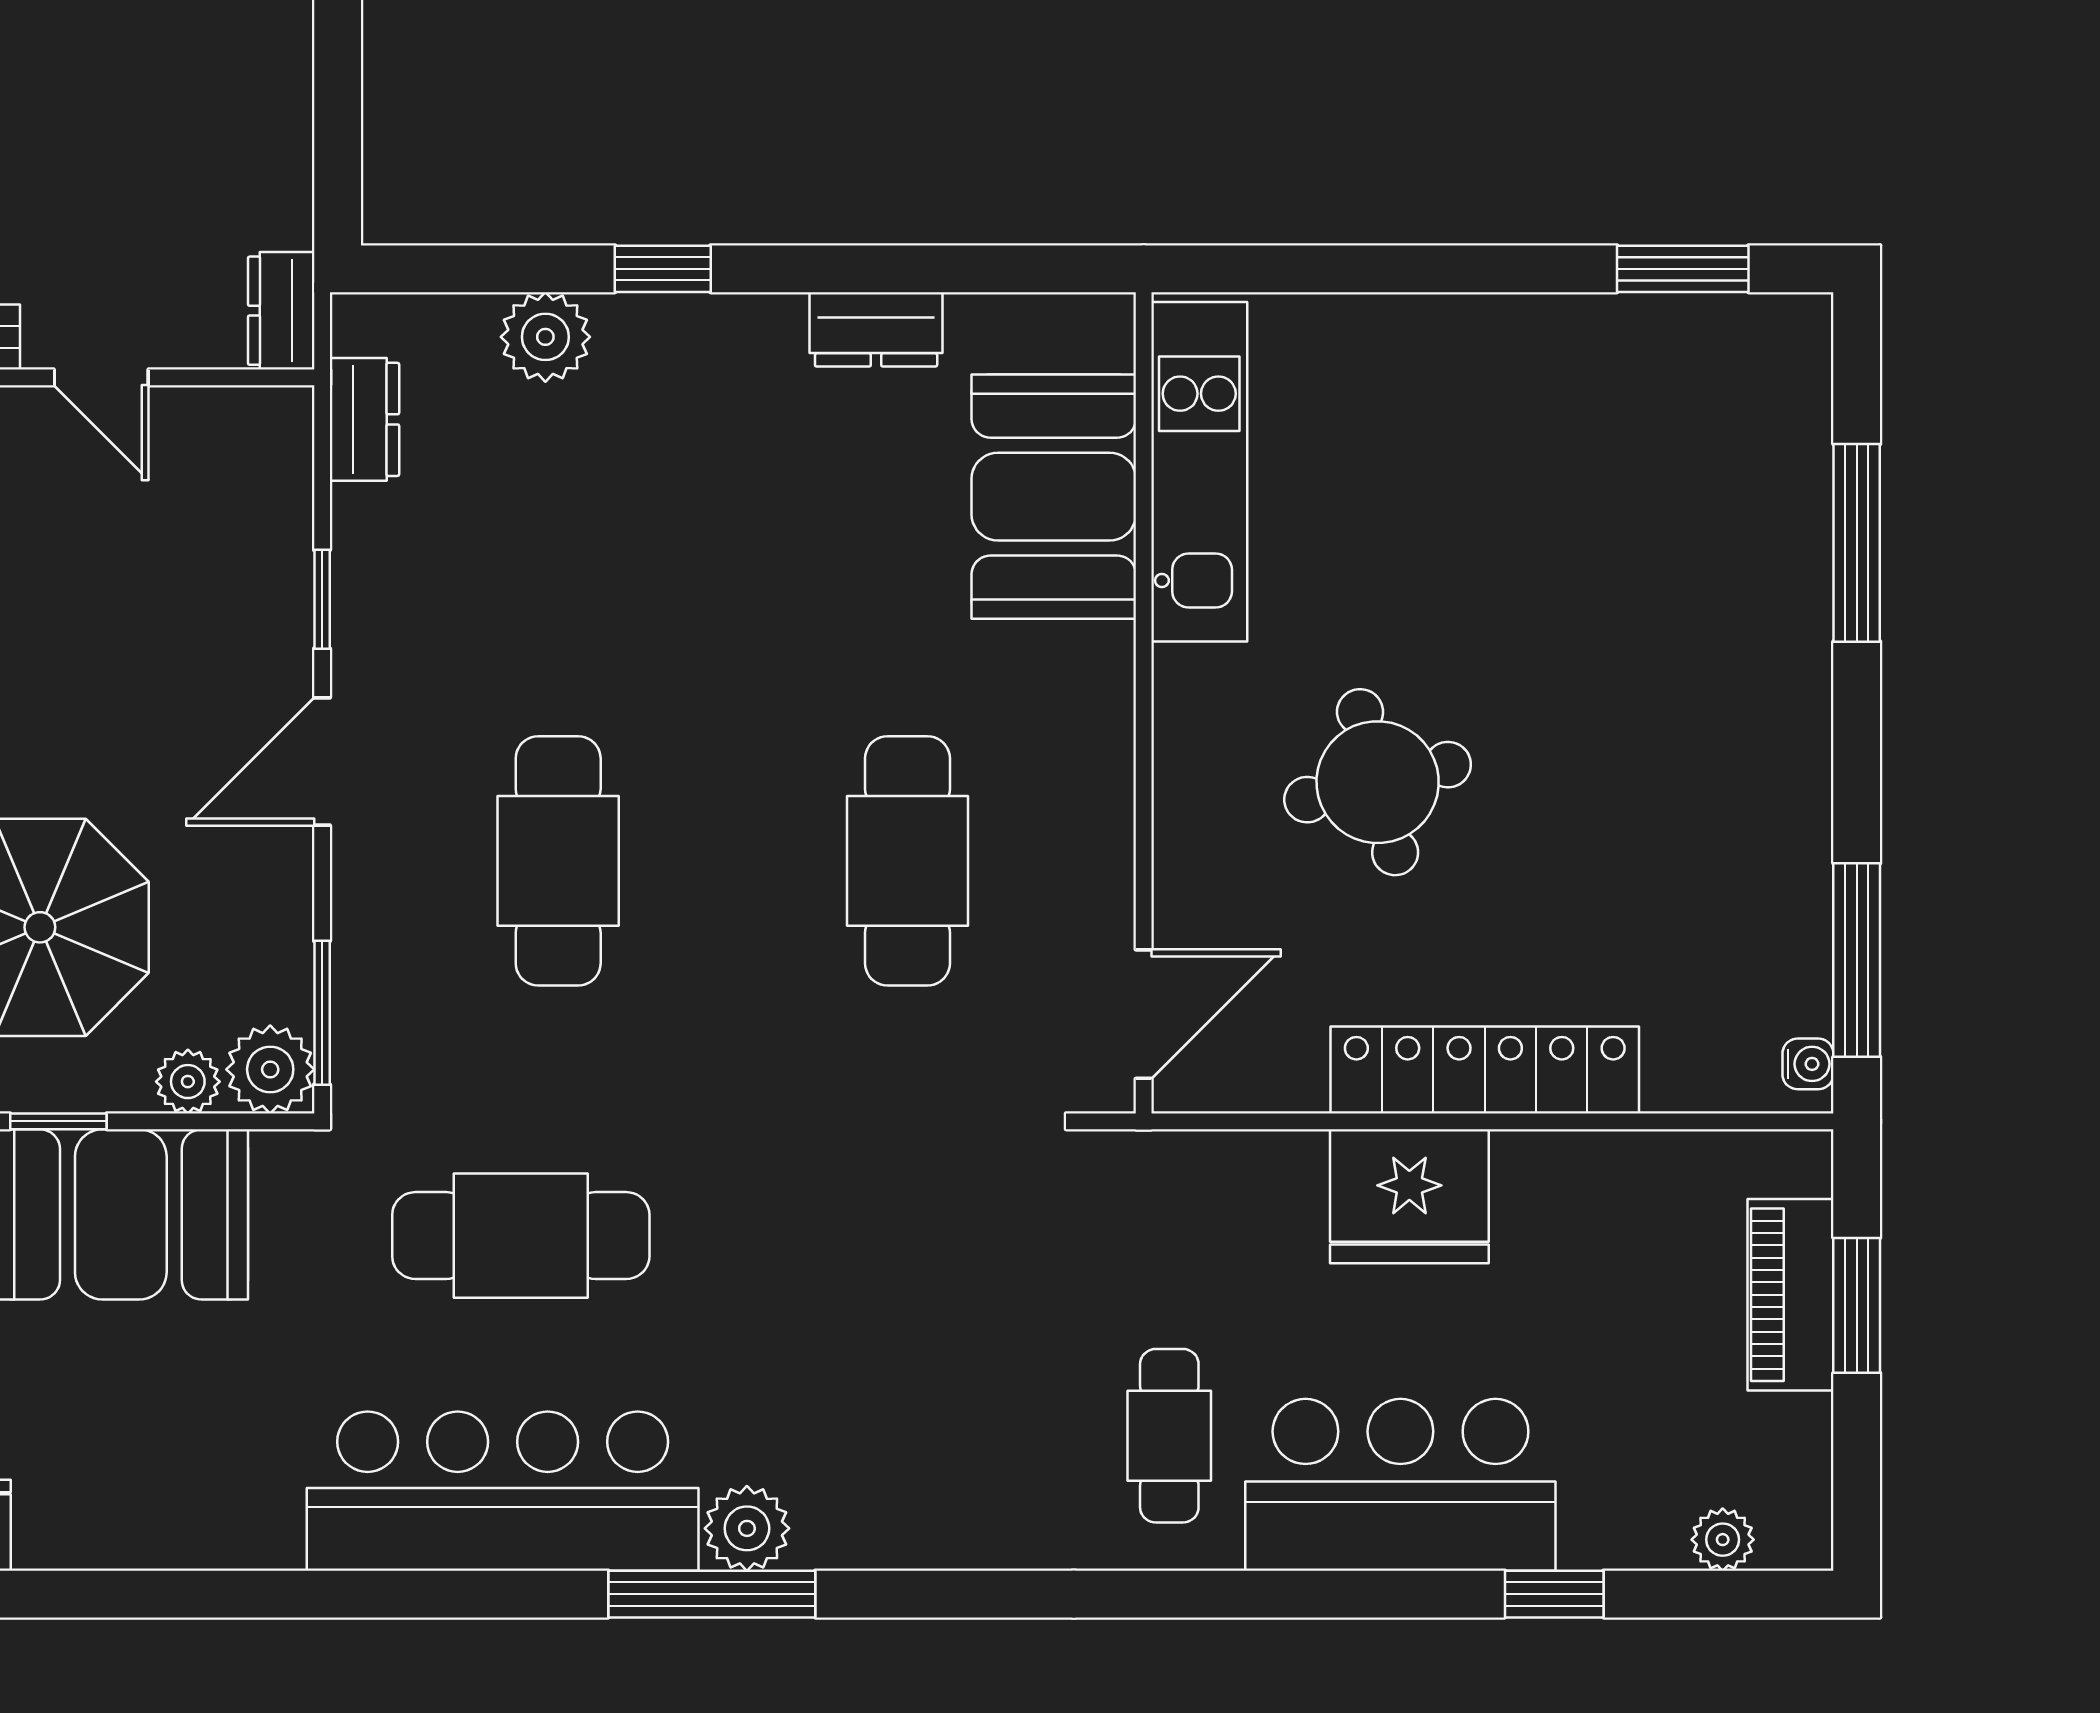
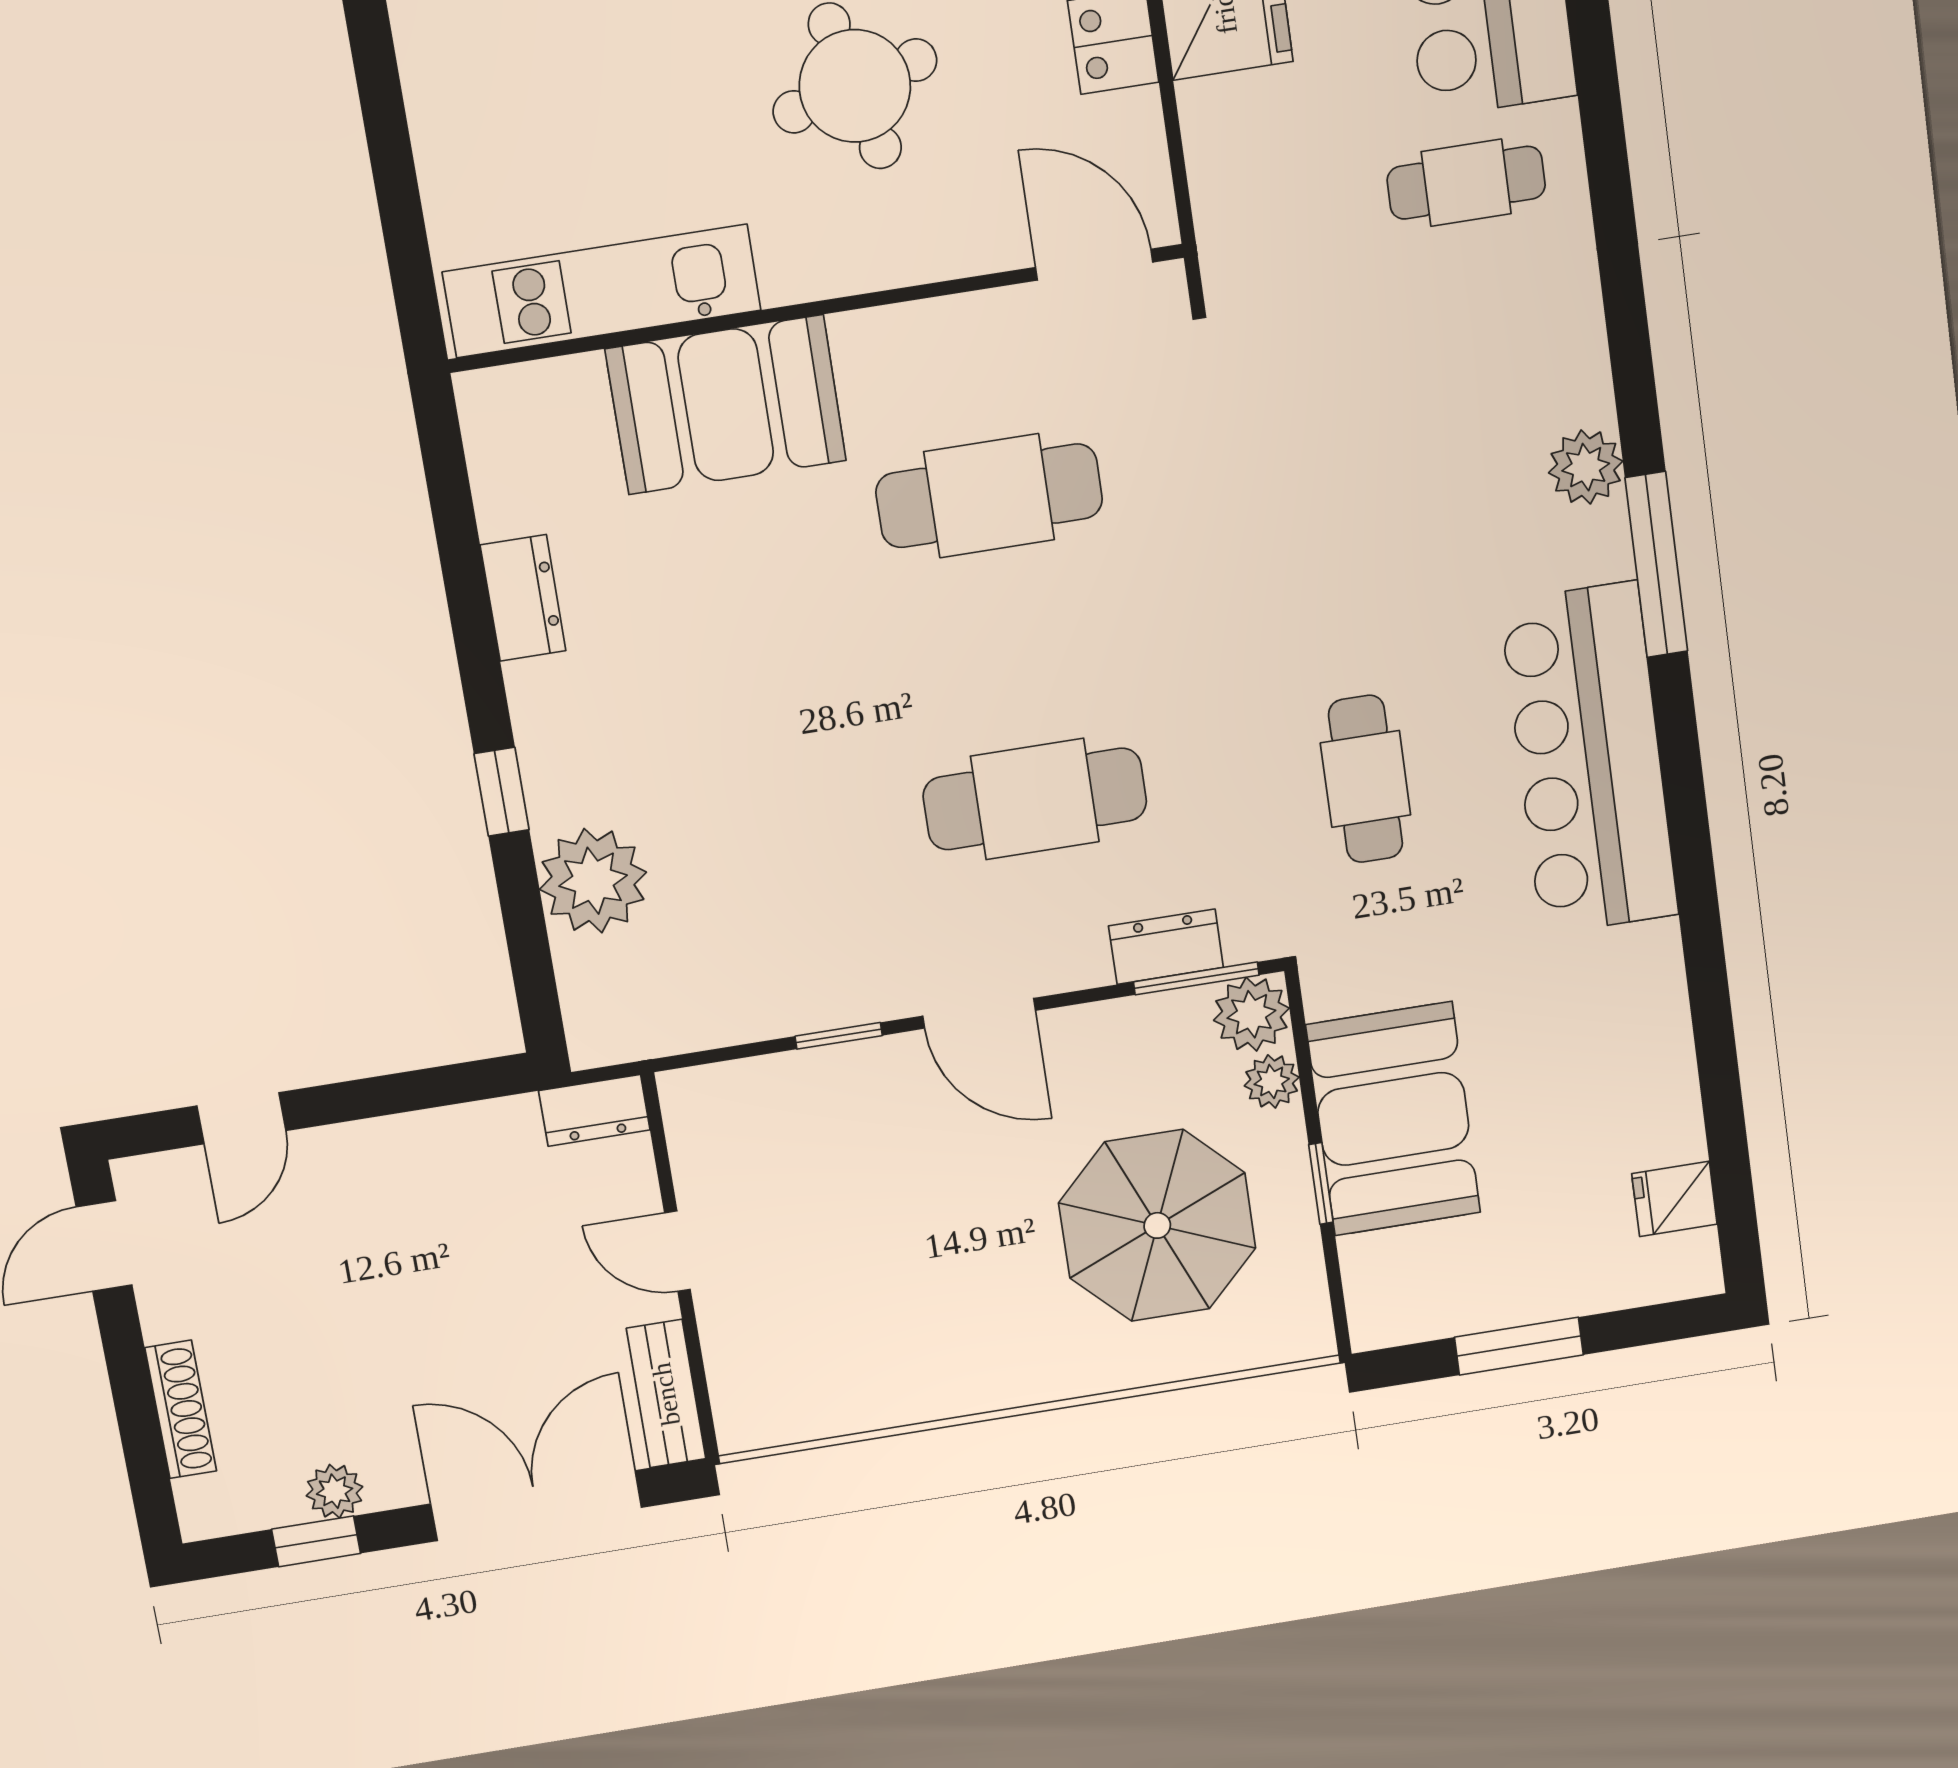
plant: (545, 337) -> (593, 881), width x1.36, depth x1.36
door: (101, 377) -> (677, 1251), swing flipped
dresser: (364, 419) -> (1166, 947), moved
booth: (1054, 497) -> (726, 405), moved
cafe table: (521, 1236) -> (1366, 779), width x0.73, depth x0.74
plant: (747, 1528) -> (1586, 467), moved

